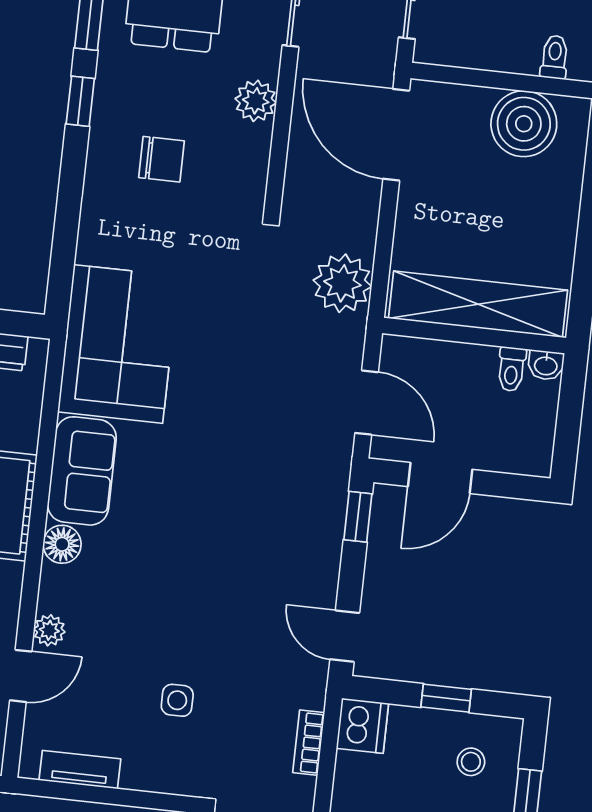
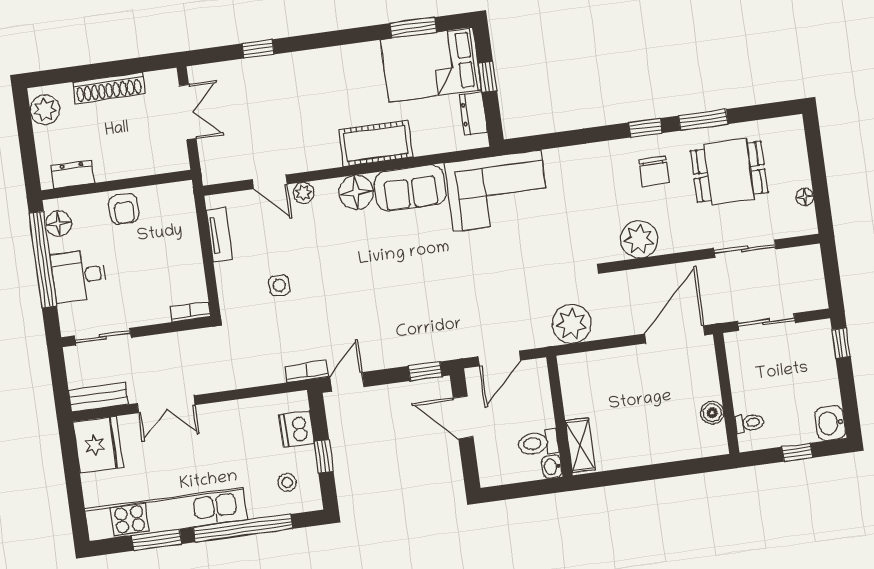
plant: (256, 101) -> (639, 239), moved, width x1.36, depth x1.36
boiler: (524, 124) -> (712, 413), width x0.54, depth x0.54
chair: (162, 159) -> (654, 171), moved
shelving: (478, 304) -> (580, 445), width x0.45, depth x0.75
toilet: (511, 369) -> (538, 443), width x1.37, depth x1.39
floor lamp: (62, 544) -> (356, 192), width x1.38, depth x1.38
dishwasher: (362, 726) -> (297, 429), moved, turned 90
bookcase: (309, 743) -> (307, 371), moved

